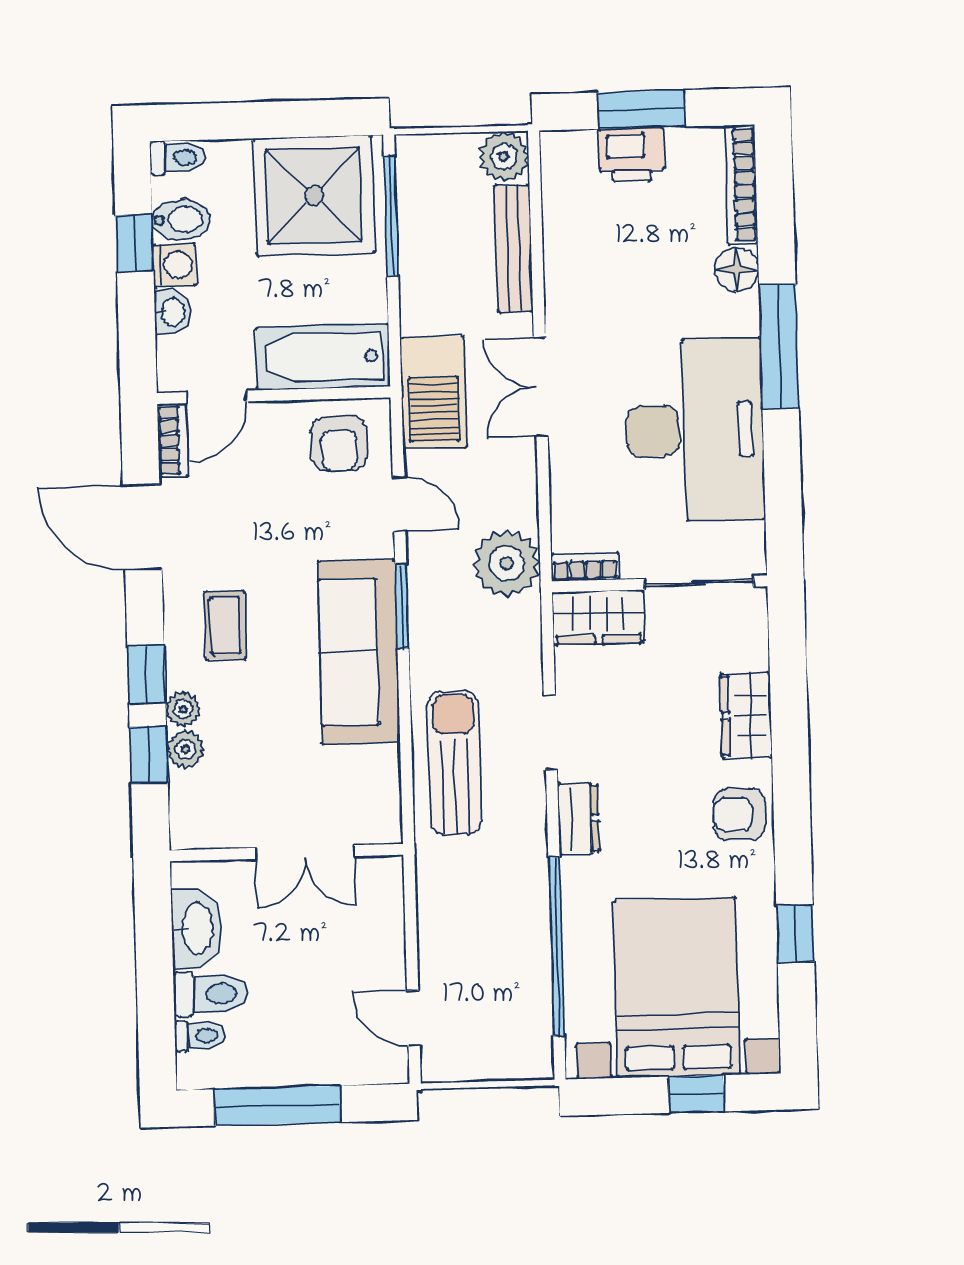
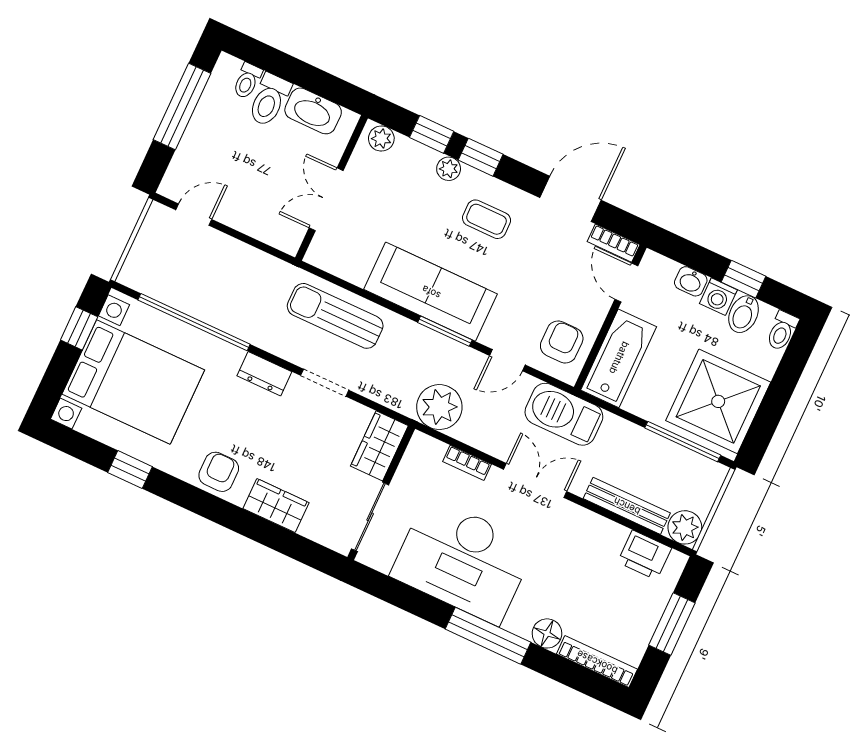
printer: (631, 155) -> (645, 555), moved, turned -90
armchair: (339, 444) -> (562, 342), turned 90
bookcase: (585, 567) -> (467, 463), moved, turned 90
plant: (186, 749) -> (381, 139), moved
sun lounger: (454, 763) -> (335, 316), turned 180
window: (696, 1094) -> (79, 328), moved

